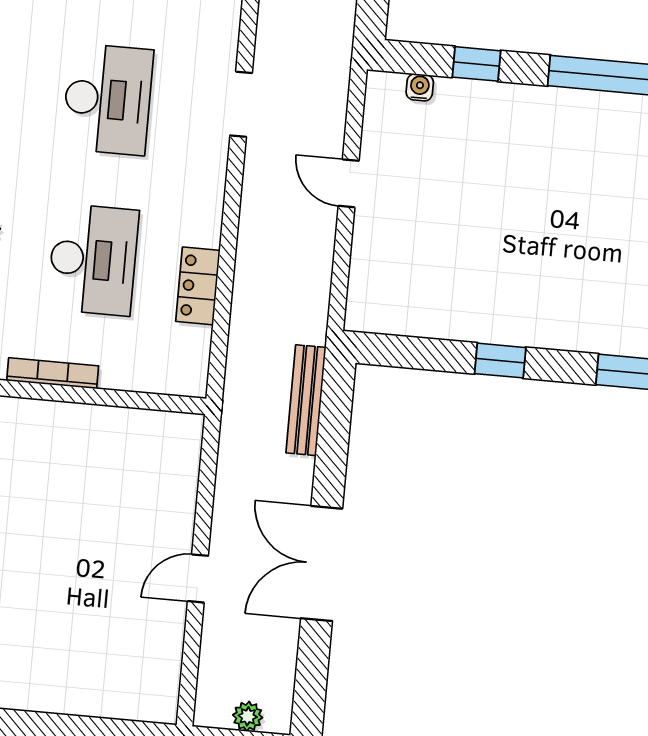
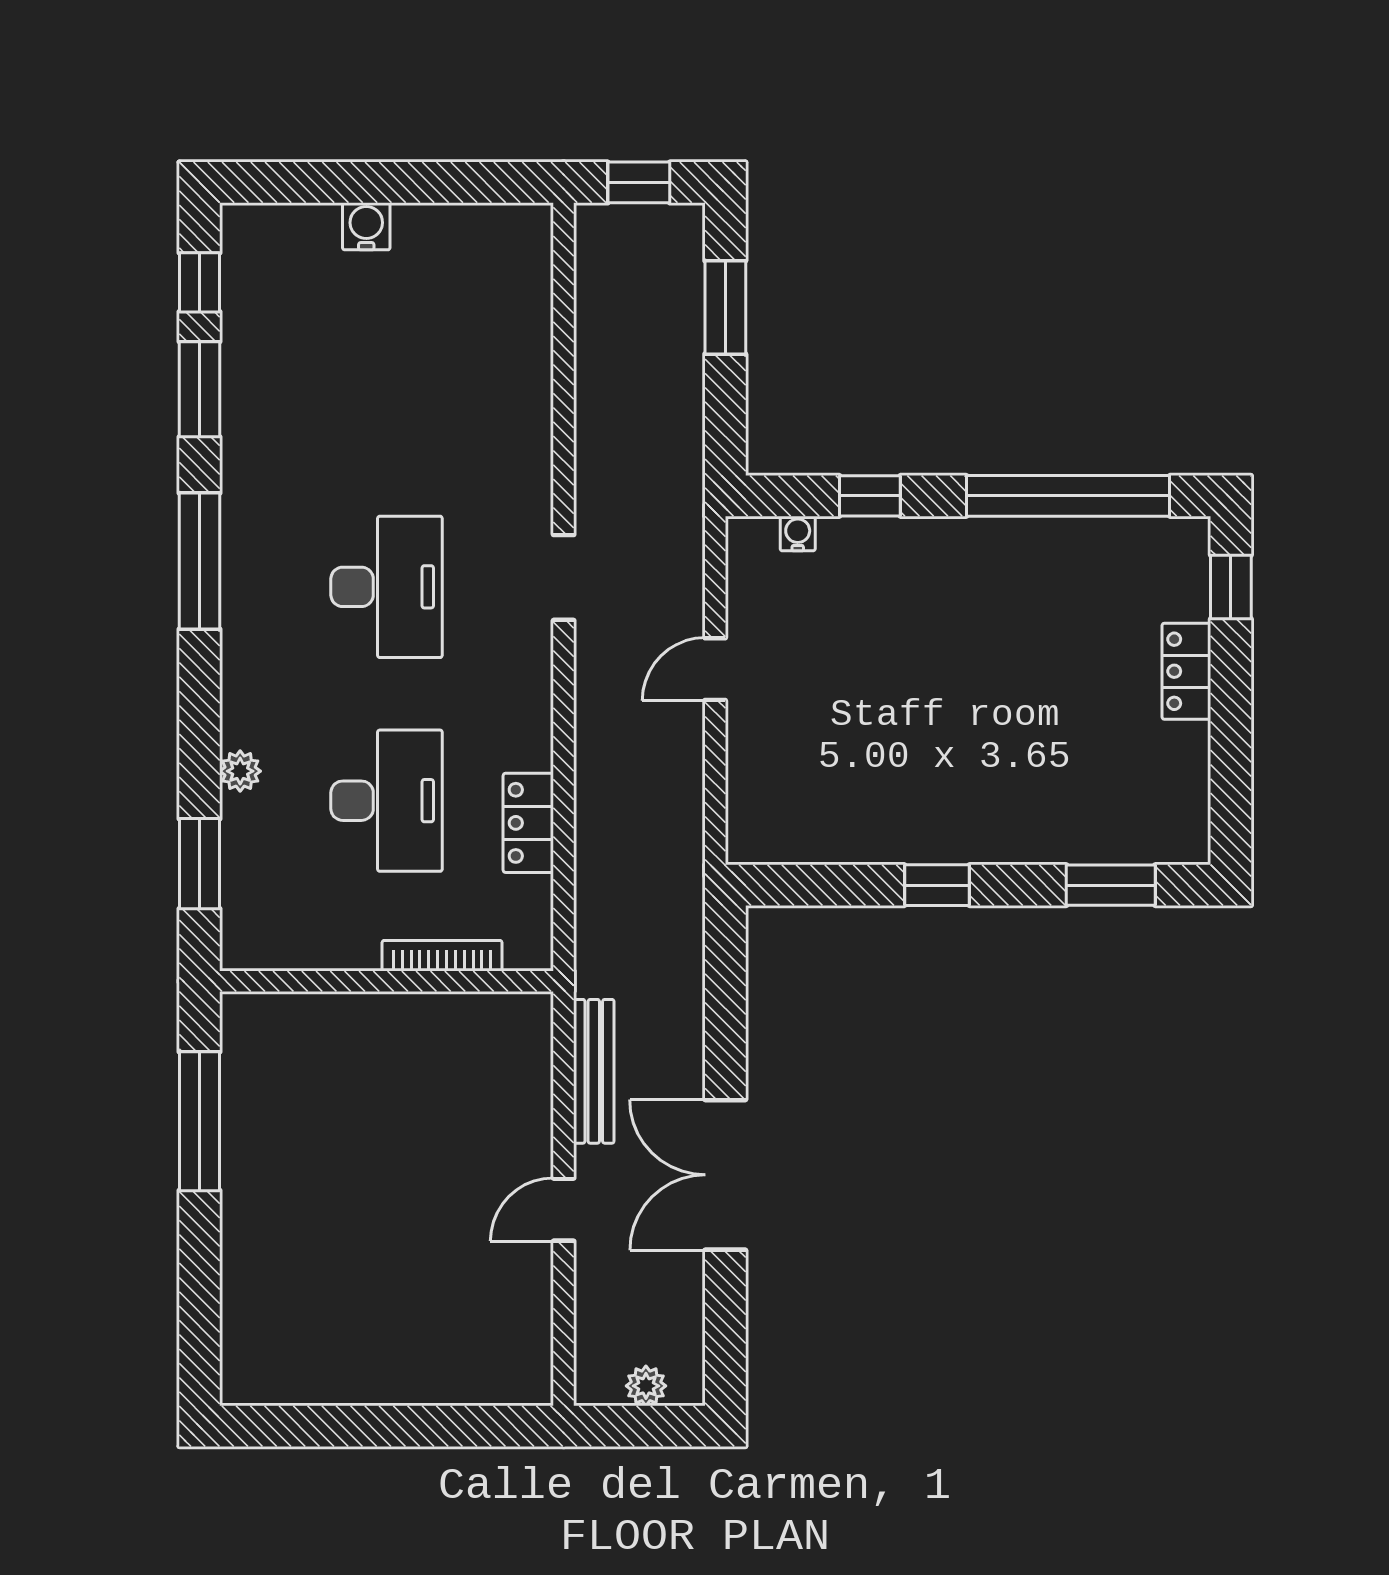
door: (349, 183) -> (715, 669), hinge flipped
bookcase: (53, 373) -> (442, 956), moved
bench: (306, 400) -> (594, 1071), moved

